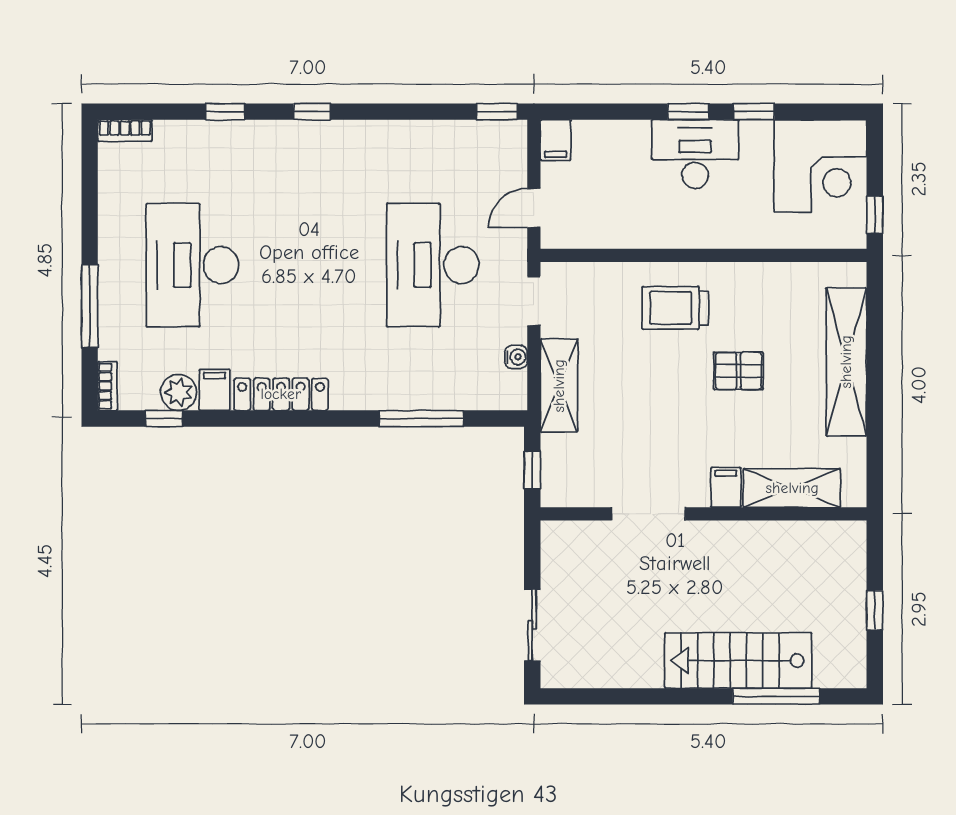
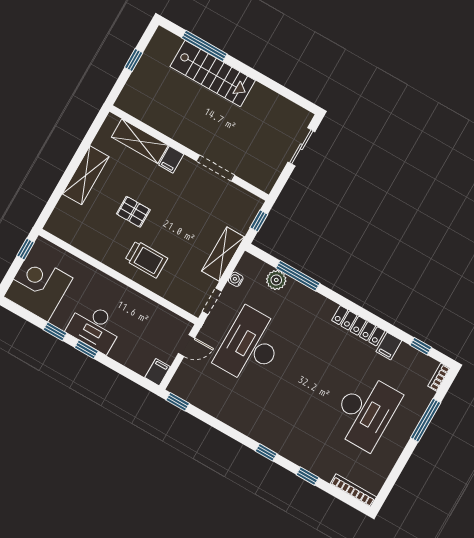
bookcase: (125, 131) -> (353, 490), width x1.56
desk: (433, 265) -> (250, 346), turned 180
shelving: (846, 362) -> (86, 175), width x0.68
plant: (179, 392) -> (276, 280), moved

